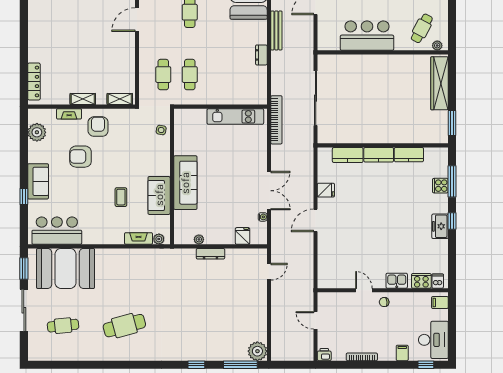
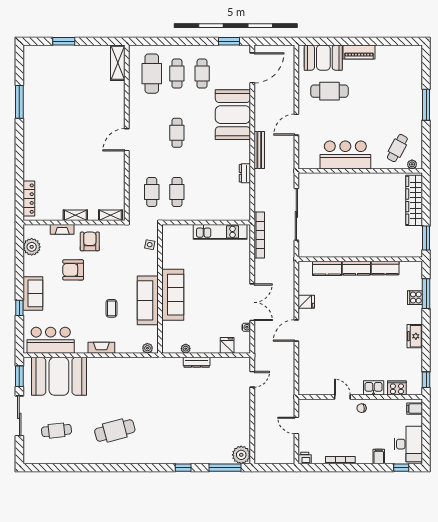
sofa: (159, 195) -> (148, 300), width x1.36
window: (452, 221) -> (426, 380), moved
fireplace: (138, 238) -> (101, 348), moved
dishwasher: (438, 281) -> (412, 388), removed

